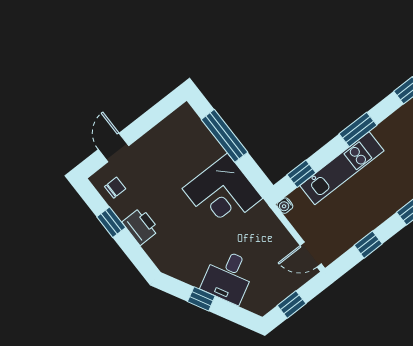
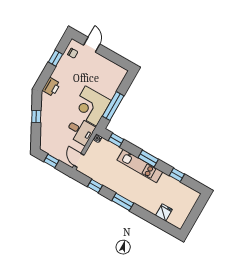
window: (224, 136) -> (113, 106), moved
door: (114, 148) -> (92, 45), hinge flipped
kitchen unit: (342, 168) -> (140, 166), moved
printer: (141, 226) -> (51, 87), moved
desk: (228, 276) -> (80, 131), moved, turned -152

